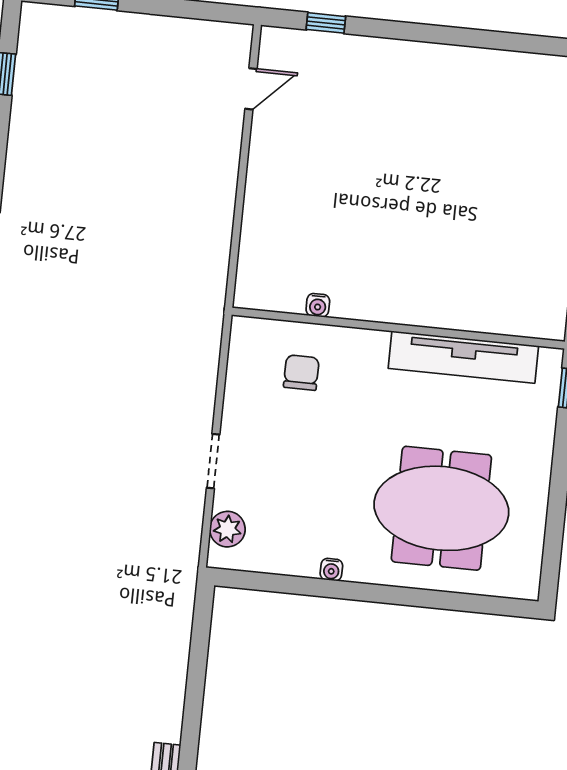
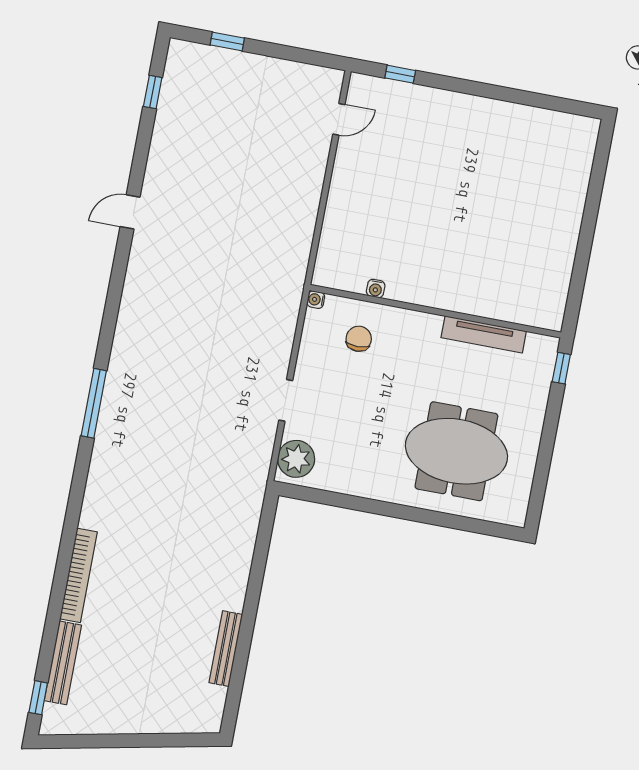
tv unit: (463, 357) -> (484, 334), width x0.73, depth x0.78
plant: (227, 529) -> (296, 459), width x1.36, depth x1.36
water cooler: (331, 570) -> (316, 300), moved, turned 90

